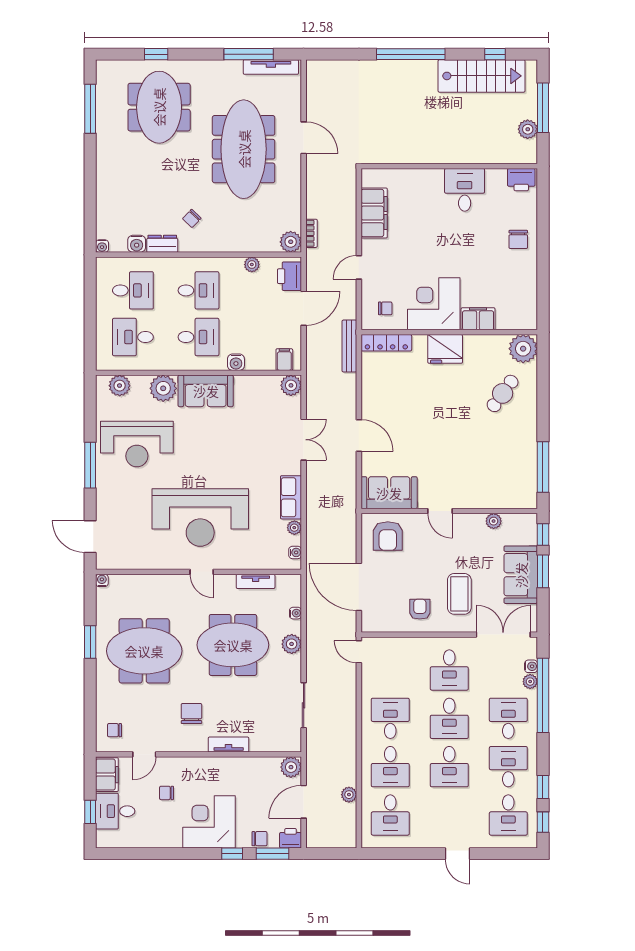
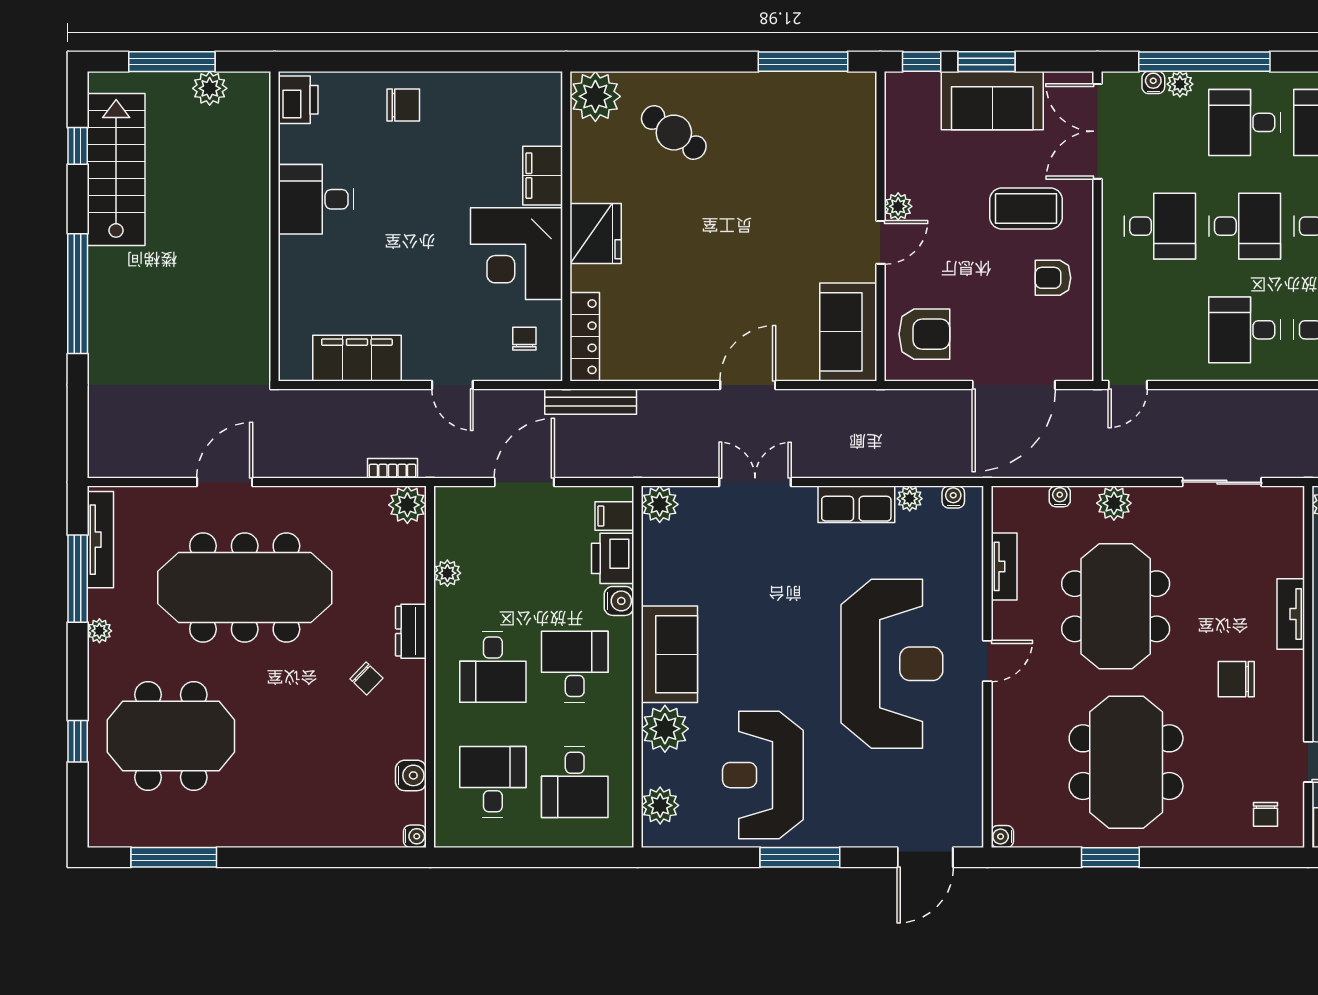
plant: (219, 66) -> (99, 631), added
dresser: (162, 244) -> (411, 631), moved
printer: (289, 276) -> (613, 558), moved, turned 90
desk: (198, 290) -> (493, 667), turned 180
door: (304, 308) -> (524, 482), hinge flipped
reception desk: (137, 444) -> (763, 775), turned 180
plant: (494, 521) -> (898, 206), moved

